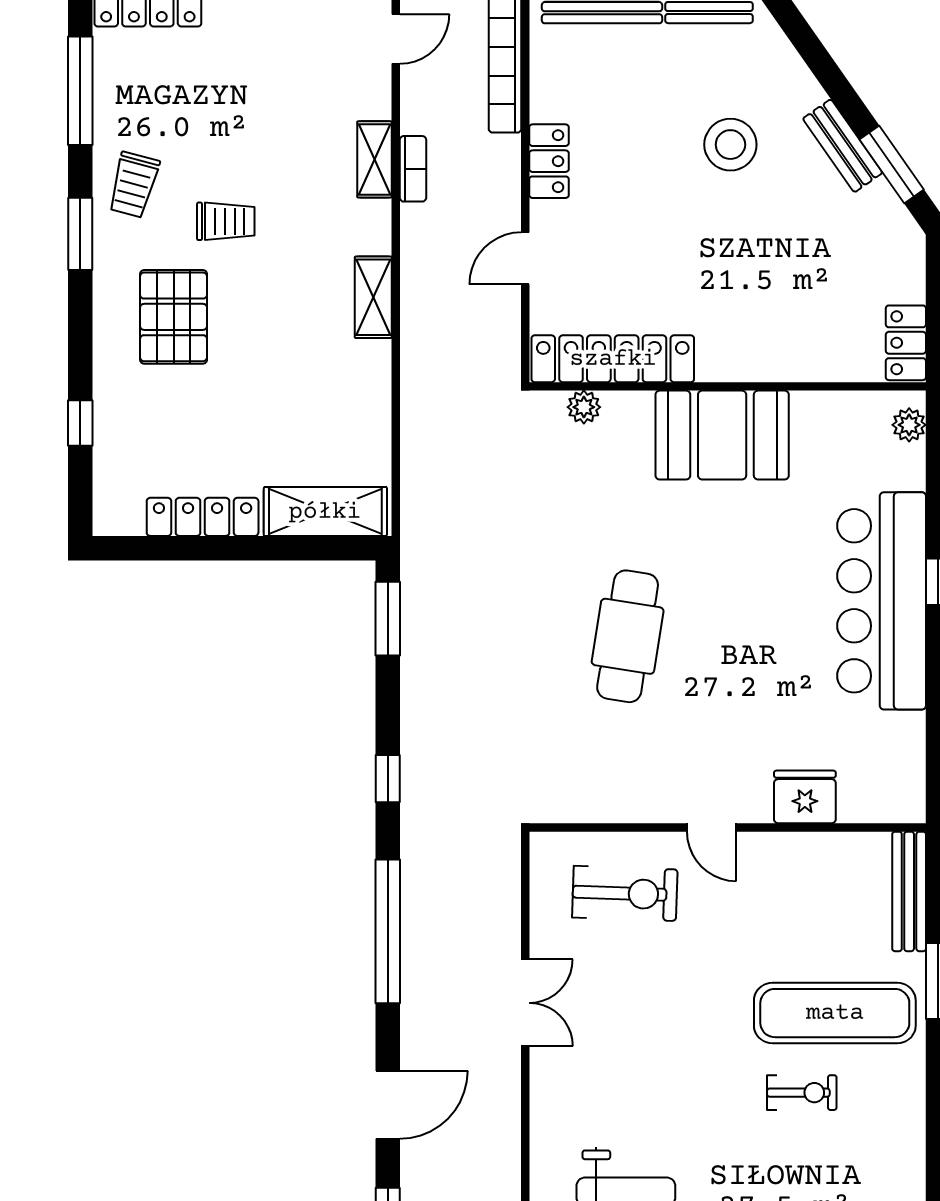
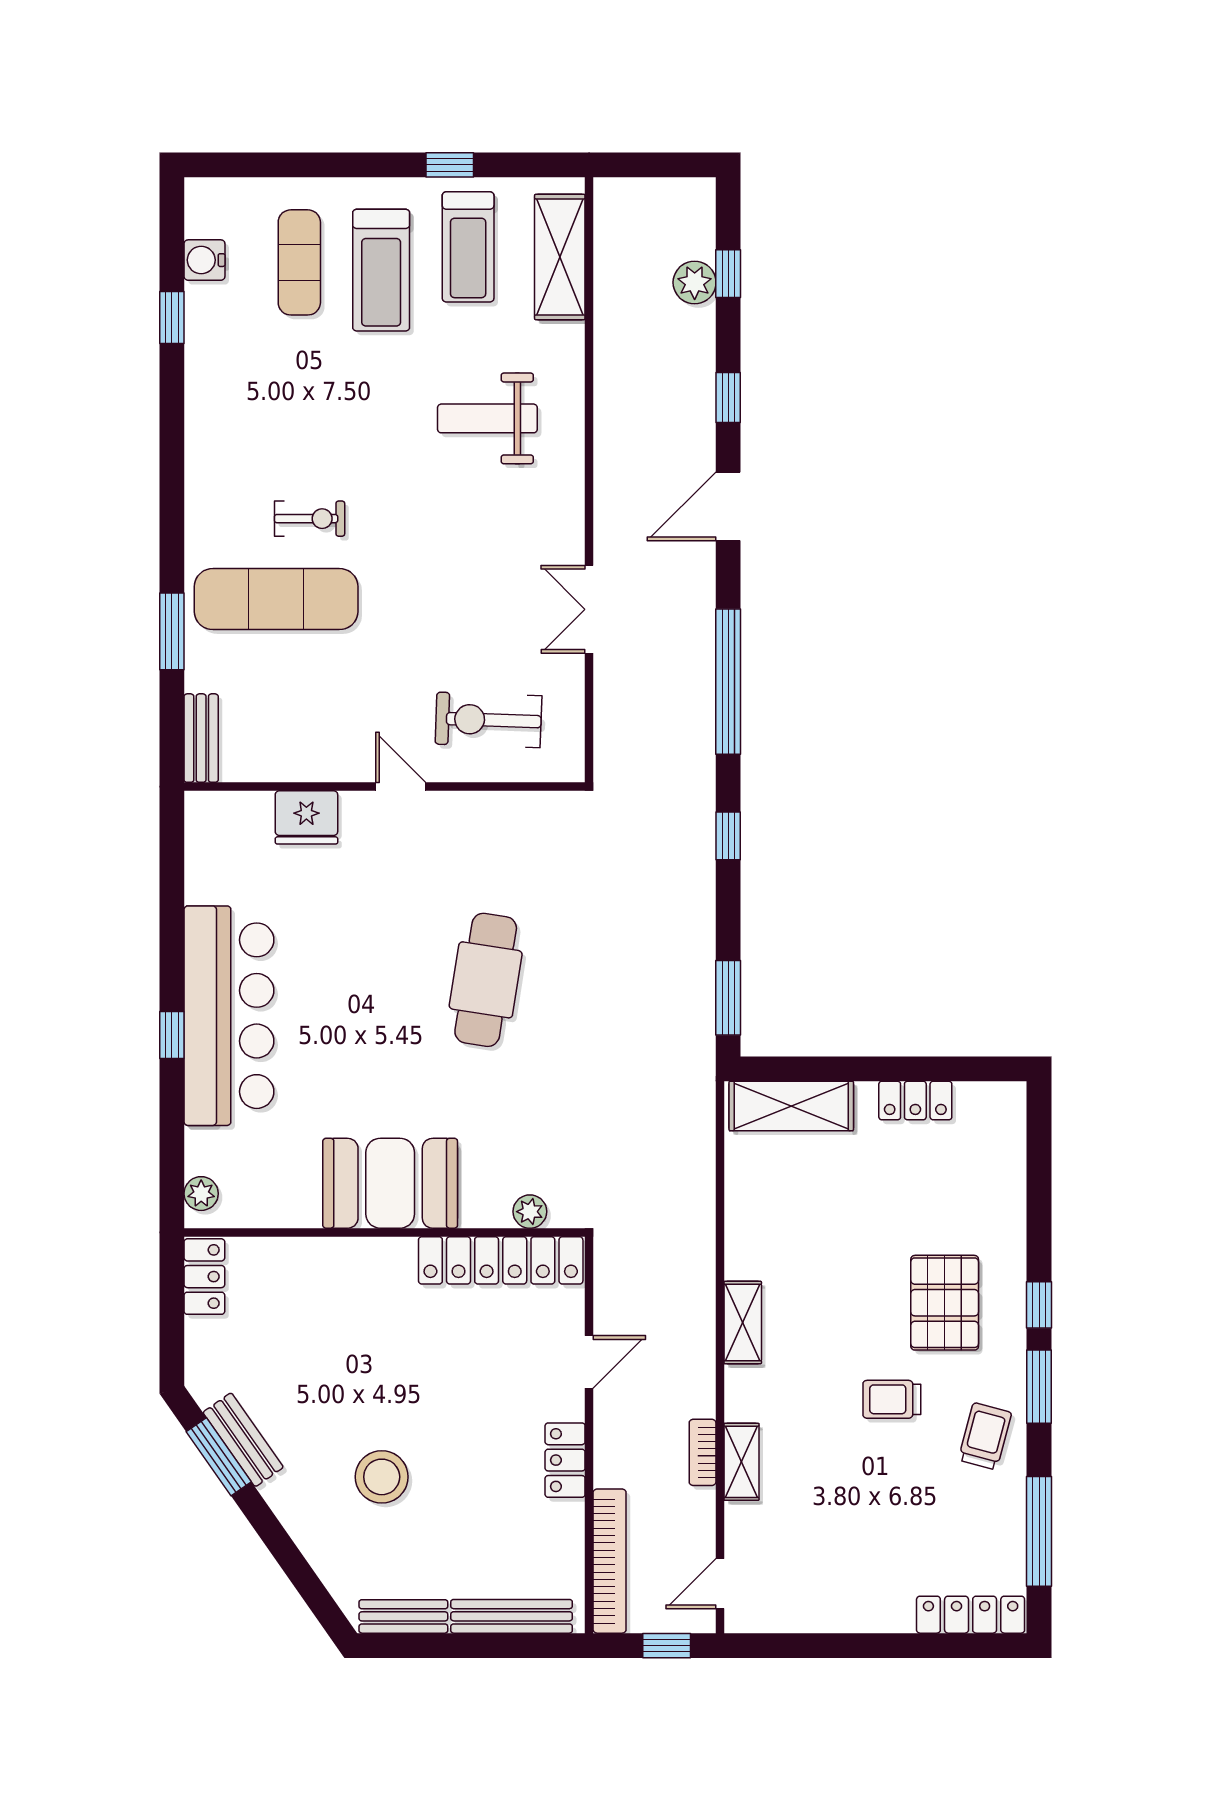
bench: (843, 146) -> (243, 1440), moved
window: (80, 423) -> (1039, 1305), moved
locker: (203, 517) -> (915, 1101), width x0.66
bench: (909, 891) -> (201, 738), width x0.73
exercise bike: (802, 1093) -> (310, 519), turned 180

